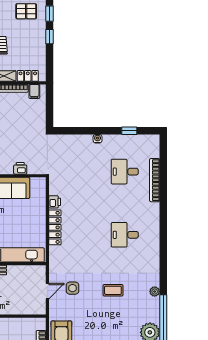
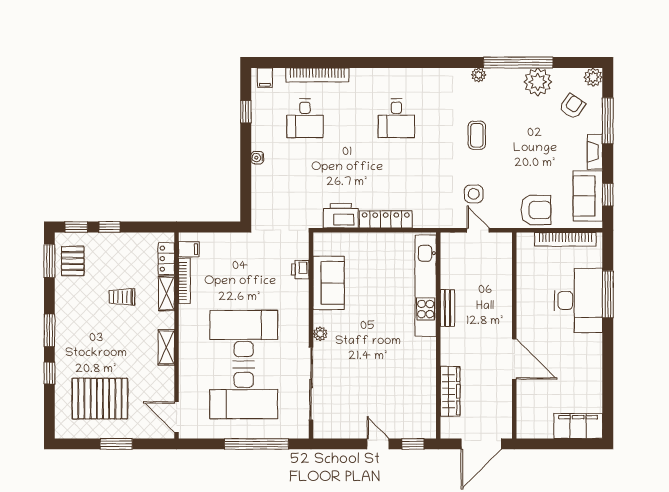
filing cabinet: (153, 144) -> (265, 78), added
printer: (55, 202) -> (341, 216), width x1.87, depth x1.48

